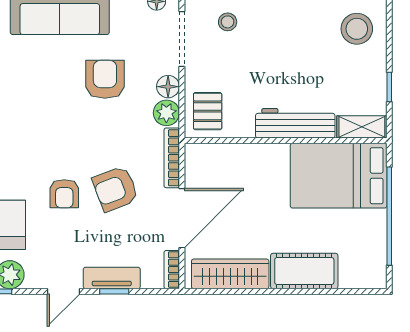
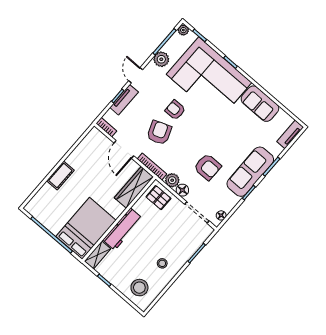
stool: (228, 22) -> (162, 263), moved
door: (182, 218) -> (124, 149), width x0.73
cot: (304, 271) -> (60, 175), width x0.73, depth x0.75
wardrobe: (230, 274) -> (134, 187), moved, turned 180

